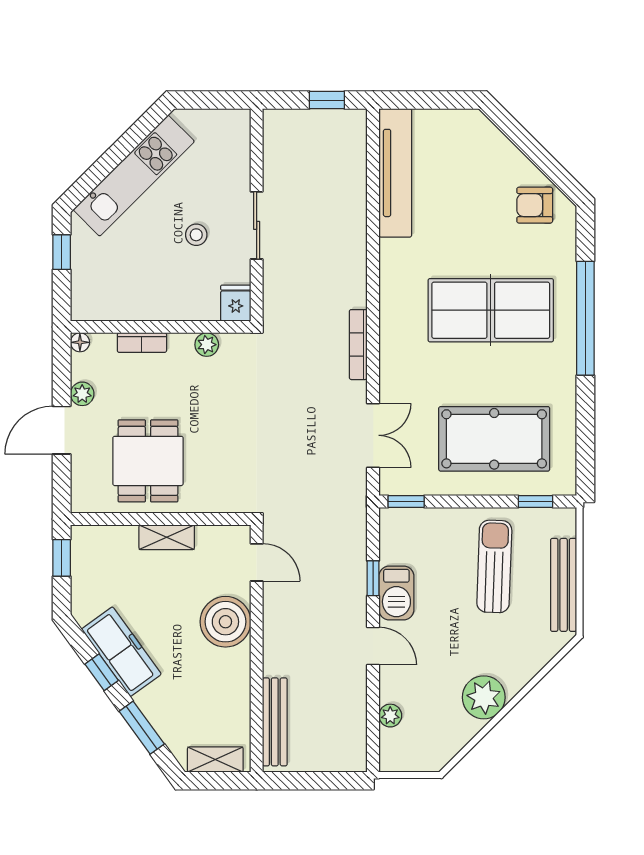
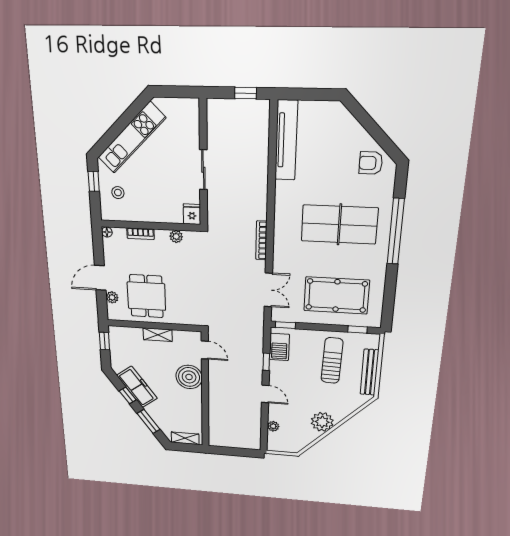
stool: (196, 235) -> (118, 193), moved
plant: (82, 394) -> (112, 297), moved
barbecue: (396, 593) -> (279, 347), moved
bench: (275, 722) -> (214, 424), removed

